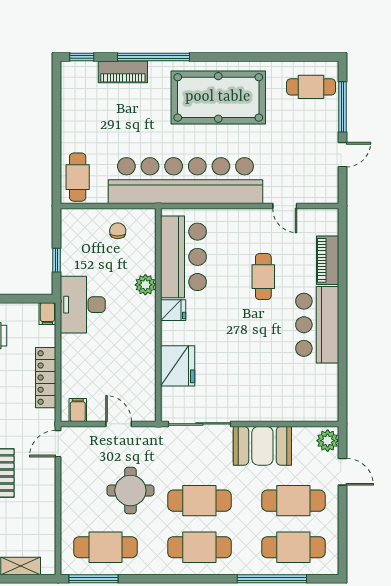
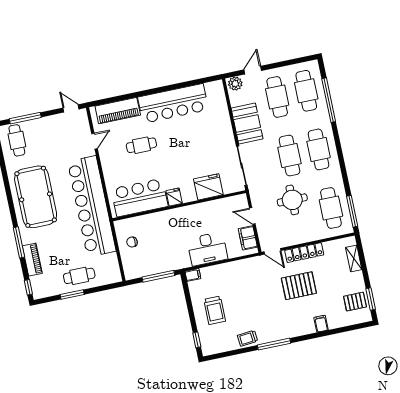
window: (154, 57) -> (19, 242), width x0.68
window: (56, 122) -> (72, 294), added
door: (342, 155) -> (71, 108), moved
cafe table: (78, 177) -> (79, 276), moved
window: (56, 260) -> (158, 276), width x2.17
piano: (328, 260) -> (118, 111), width x1.37, depth x1.33
plant: (145, 285) -> (162, 218), removed
desk: (83, 305) -> (207, 249), moved
bar counter: (317, 325) -> (173, 103), width x1.36
locker: (46, 378) -> (304, 253), moved
filing cabinet: (78, 410) -> (248, 238), width x2.00
door: (119, 424) -> (252, 216), hinge flipped

